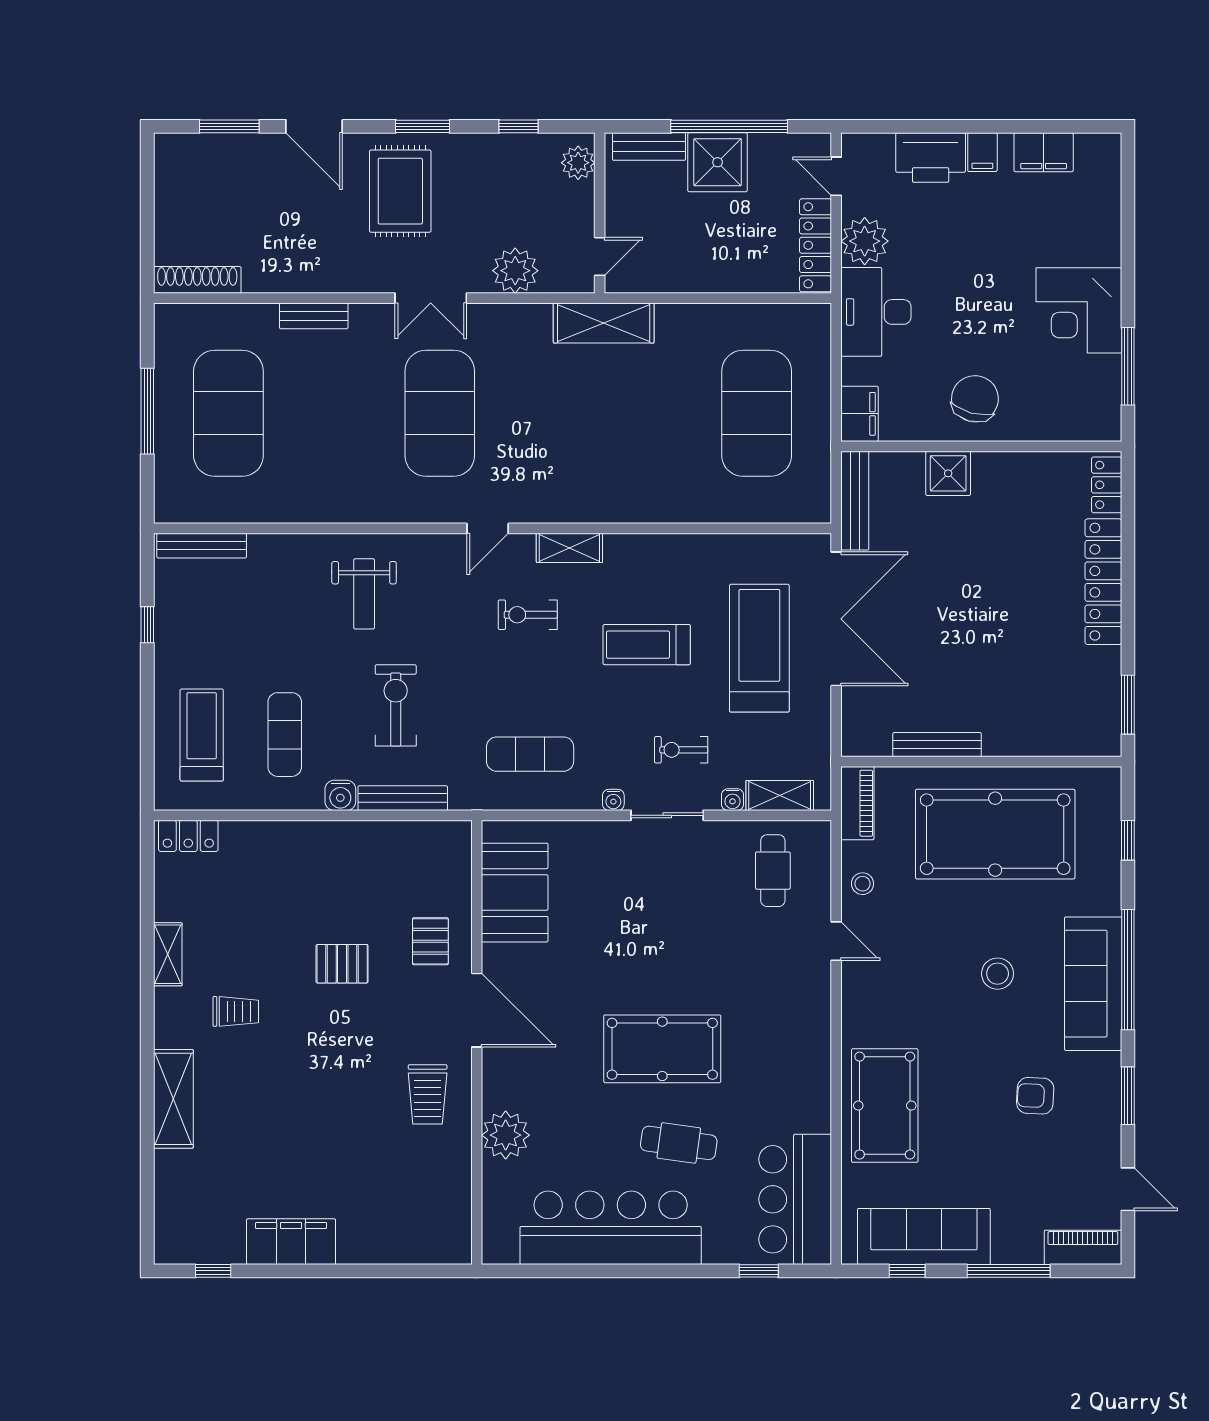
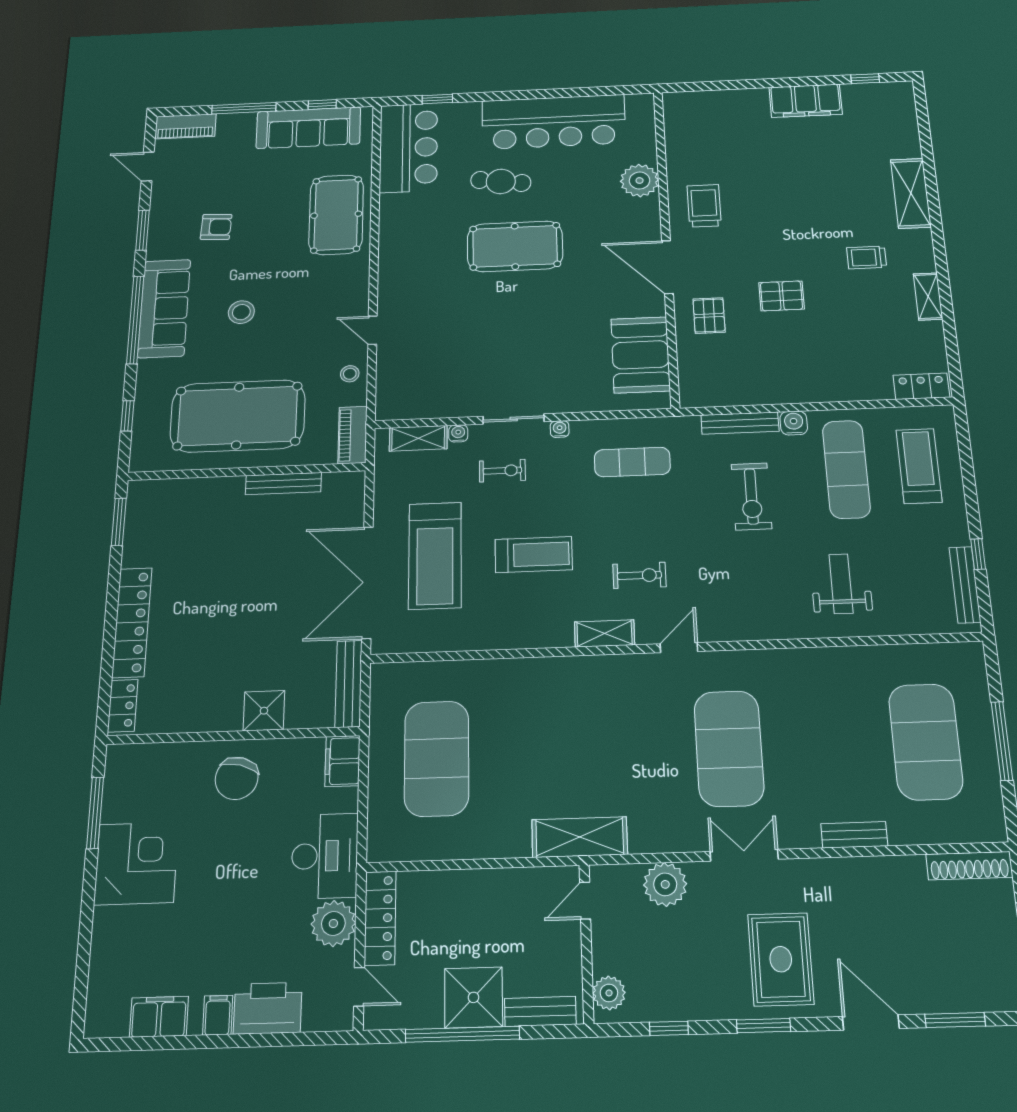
bench: (202, 546) -> (965, 585), moved, turned 90
weight bench: (364, 594) -> (841, 584), moved
treadmill: (202, 735) -> (919, 466), turned 180
exercise mat: (285, 735) -> (846, 469), width x1.36, depth x1.45
cafe table: (773, 871) -> (424, 380), removed

